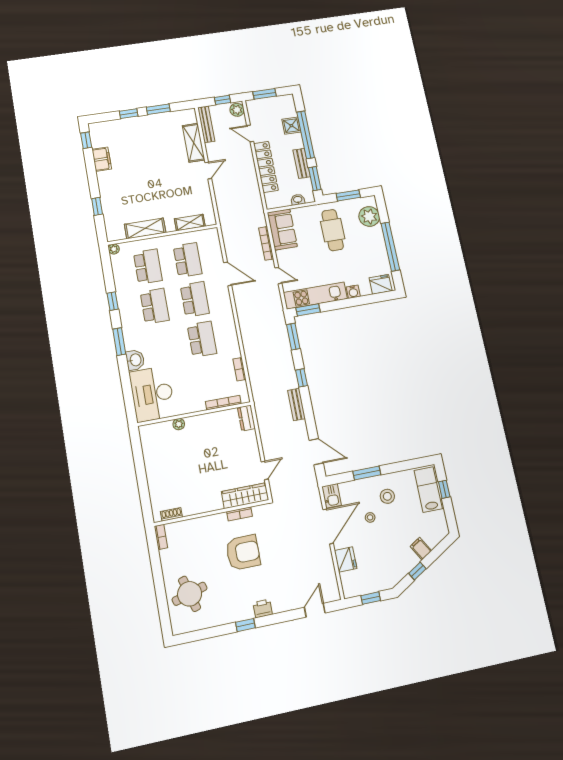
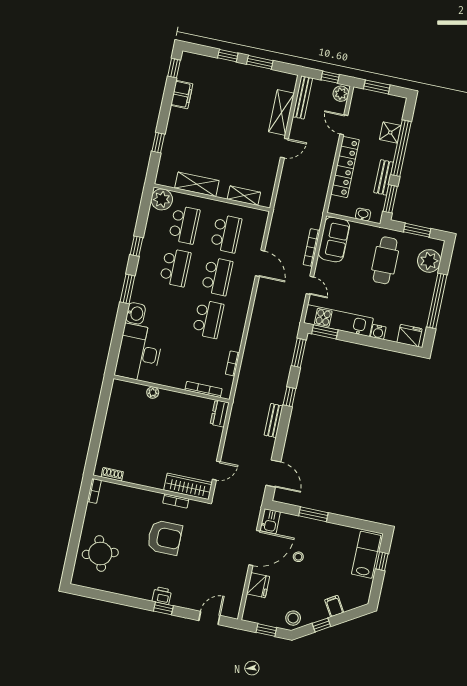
plant: (114, 249) -> (162, 199), width x1.88, depth x1.88
stool: (387, 496) -> (293, 618), moved
window: (245, 625) -> (163, 608), moved

